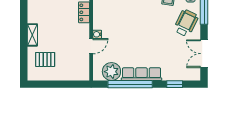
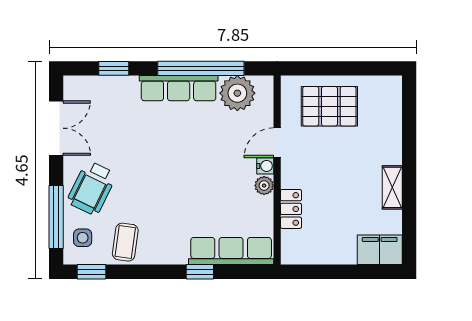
plant: (98, 24) -> (264, 186), added
shelving: (32, 35) -> (392, 187), moved
pallet: (45, 59) -> (329, 106), moved, width x1.50, depth x1.42

